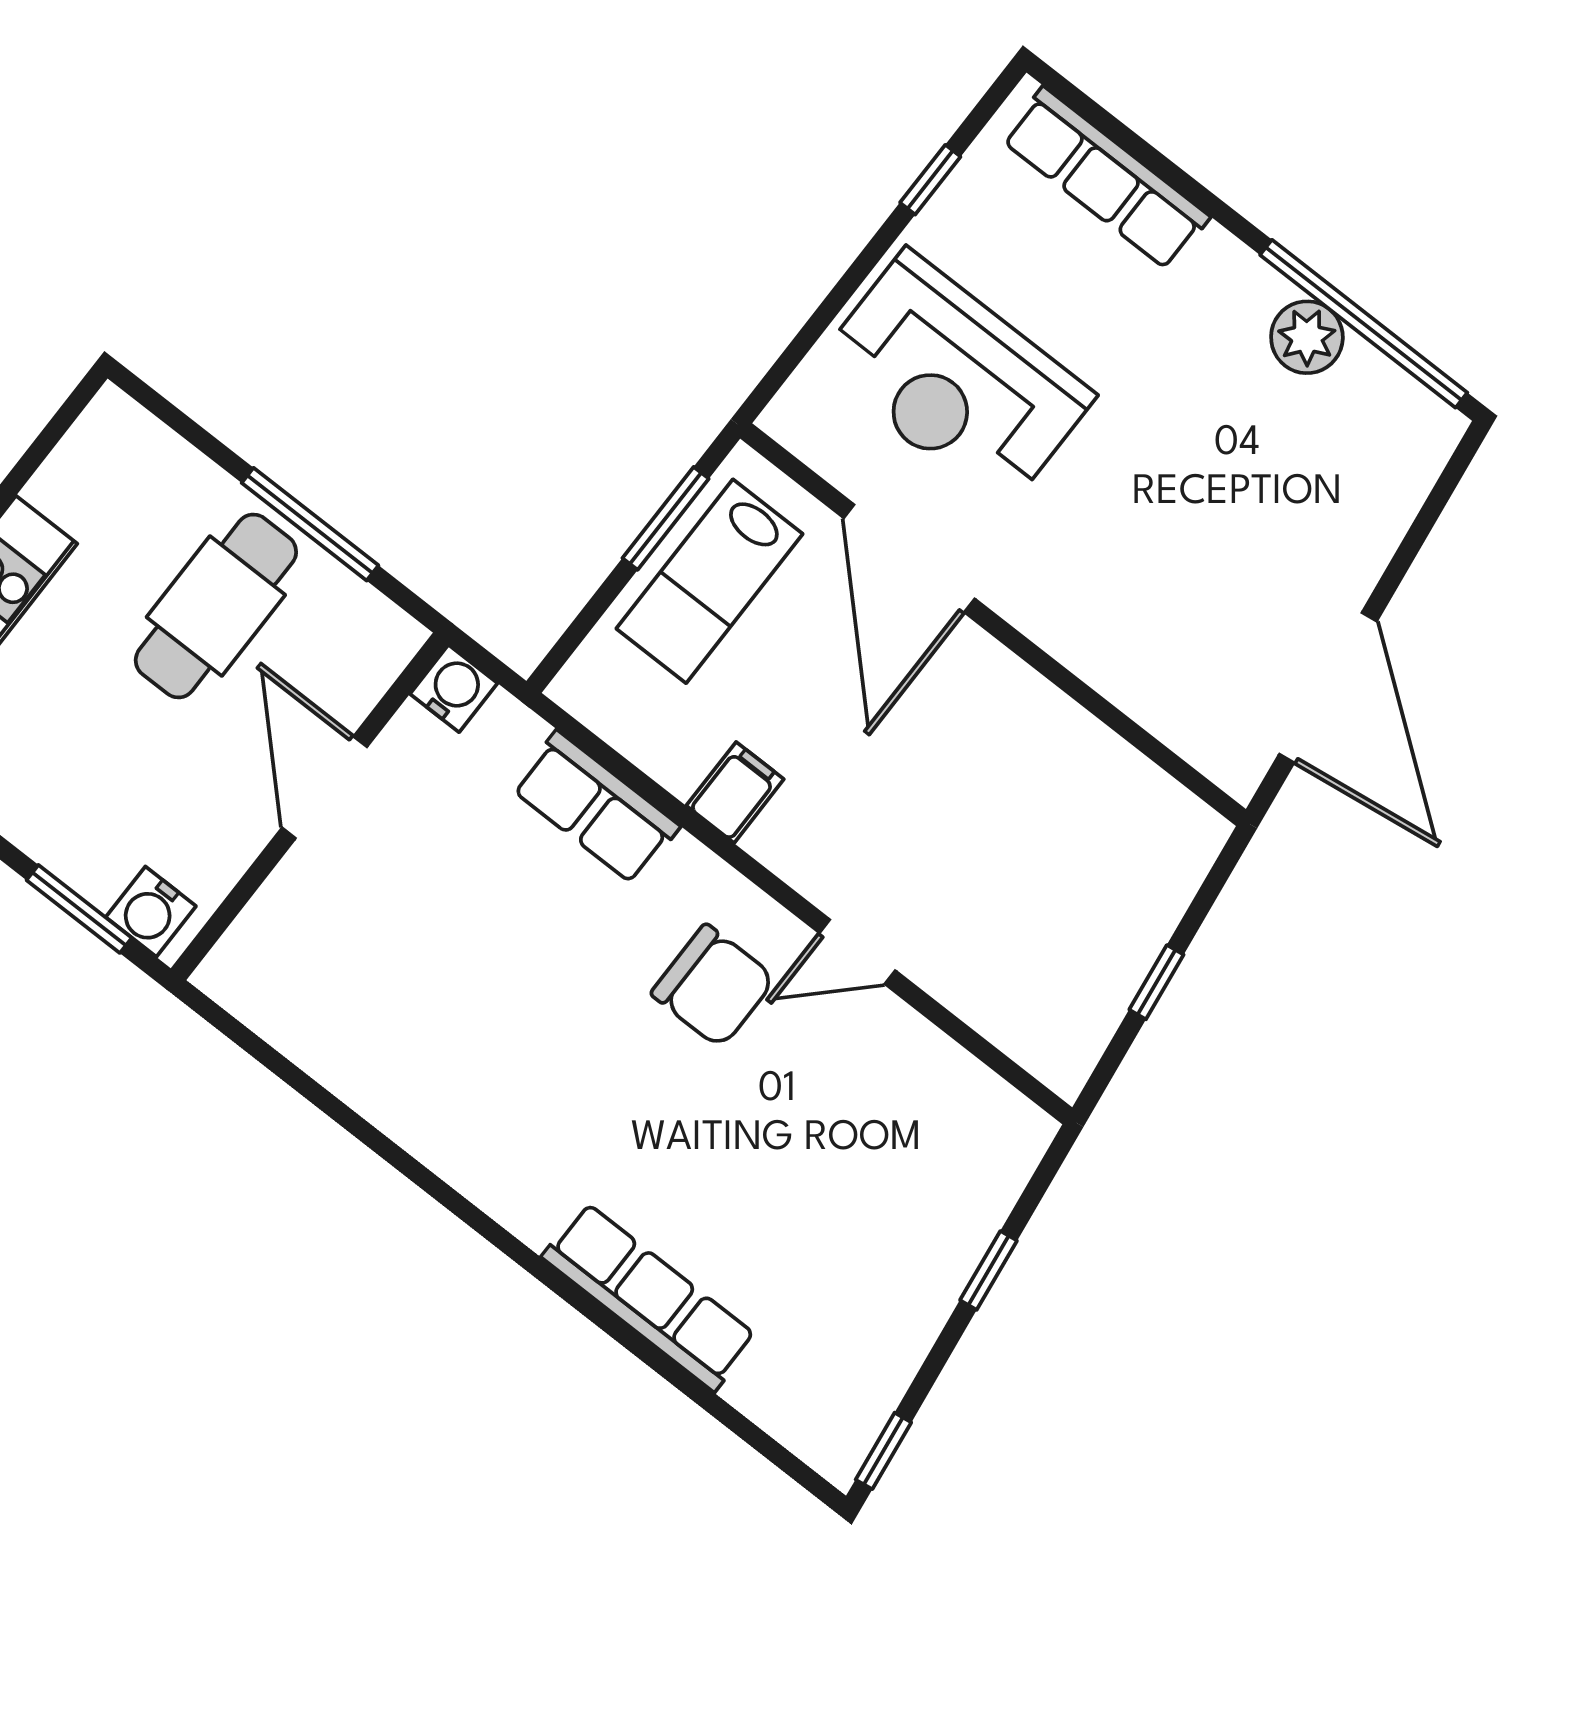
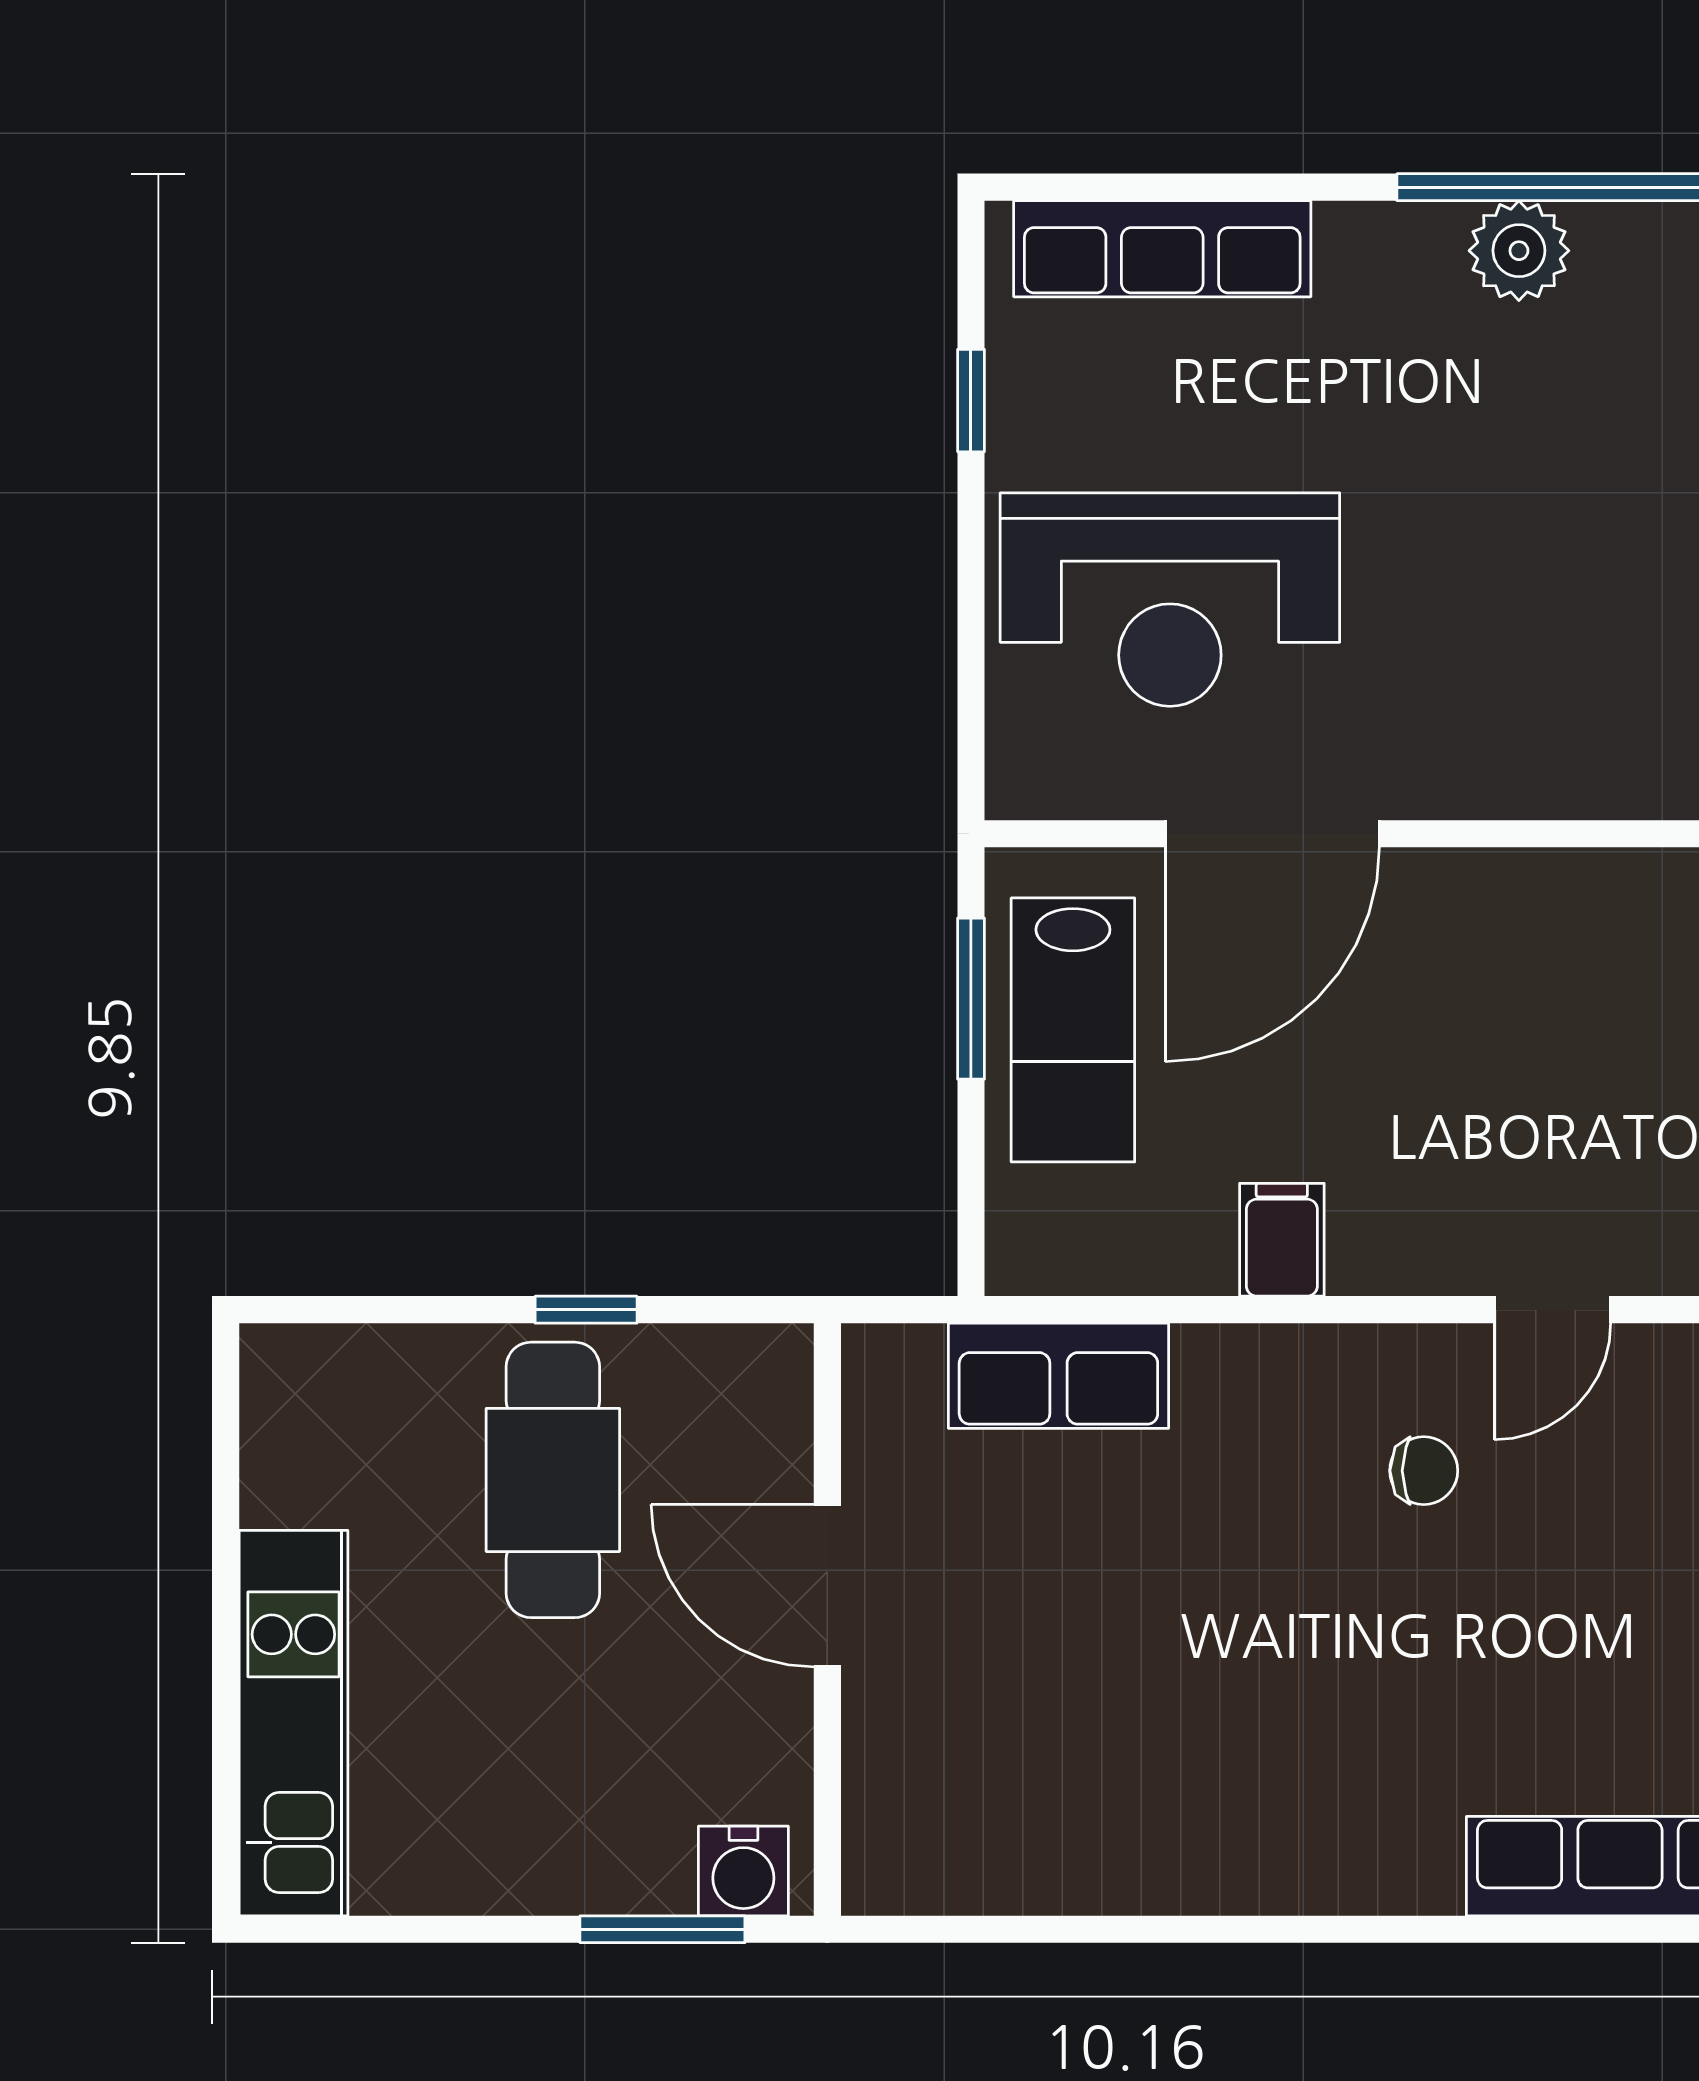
window: (310, 524) -> (586, 1310), width x0.46
door: (909, 558) -> (1272, 834), hinge flipped
water cooler: (454, 688) -> (884, 1367), removed
row of seats: (595, 808) -> (1058, 1376), moved
chair: (713, 986) -> (1424, 1471), width x0.54, depth x0.54

